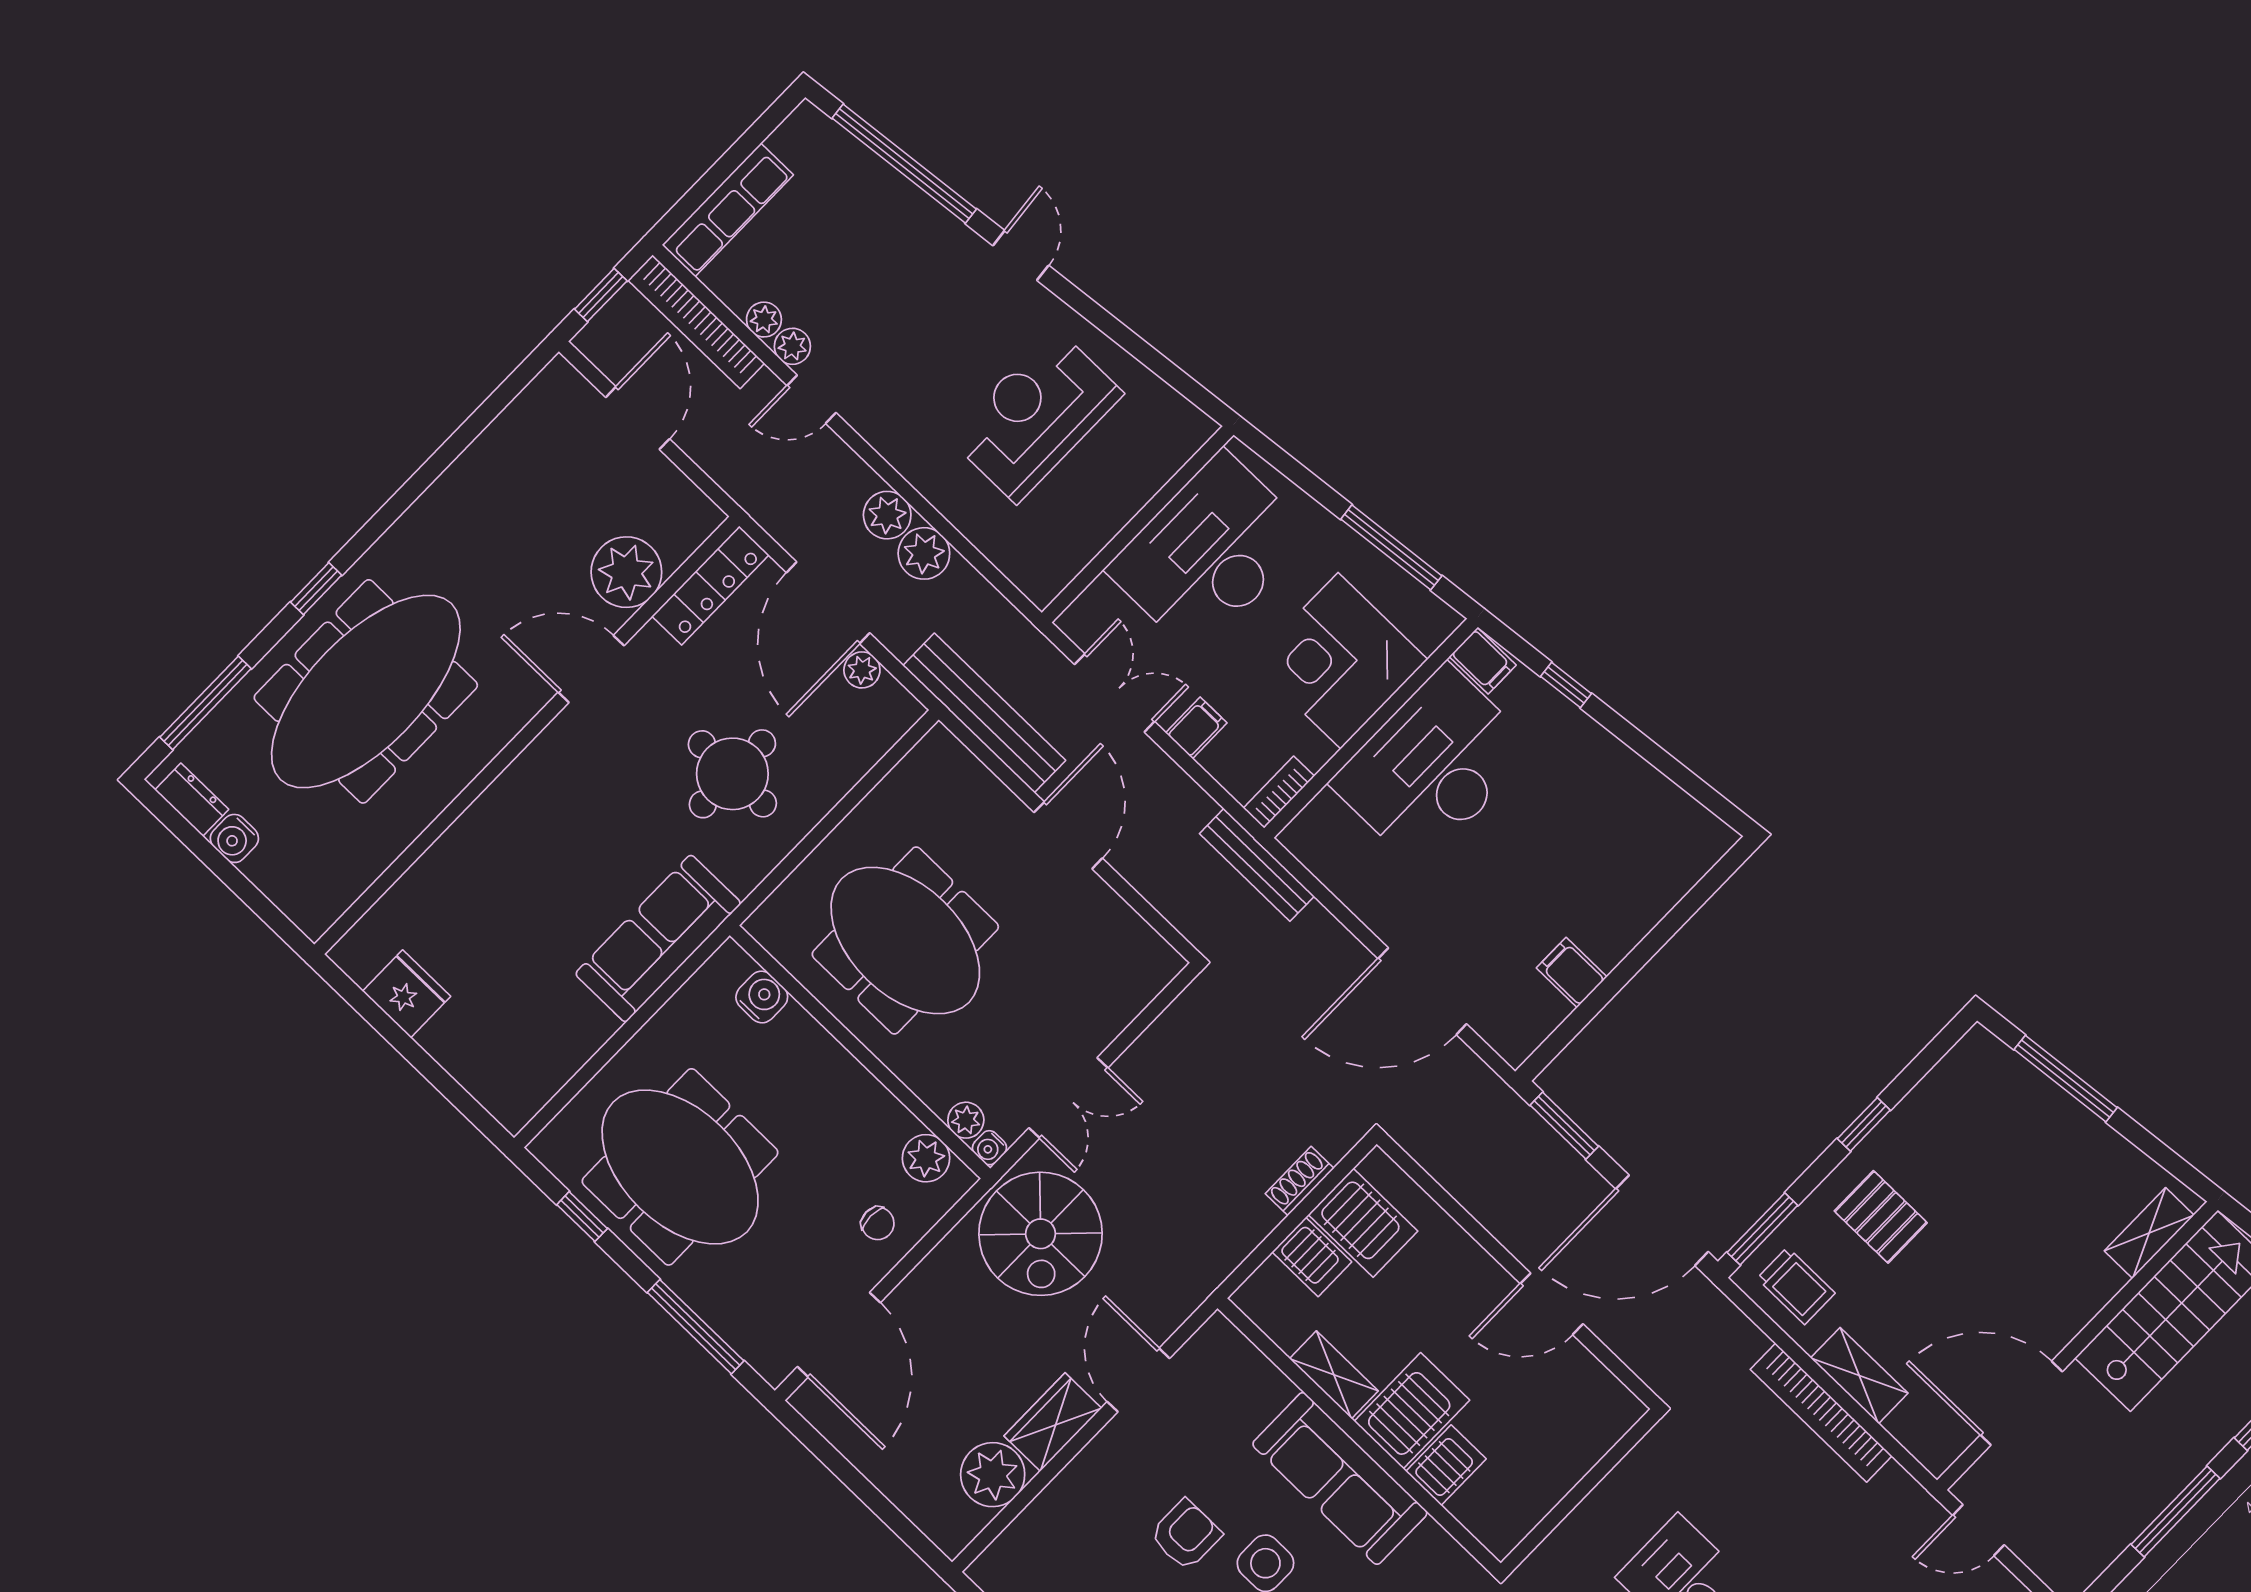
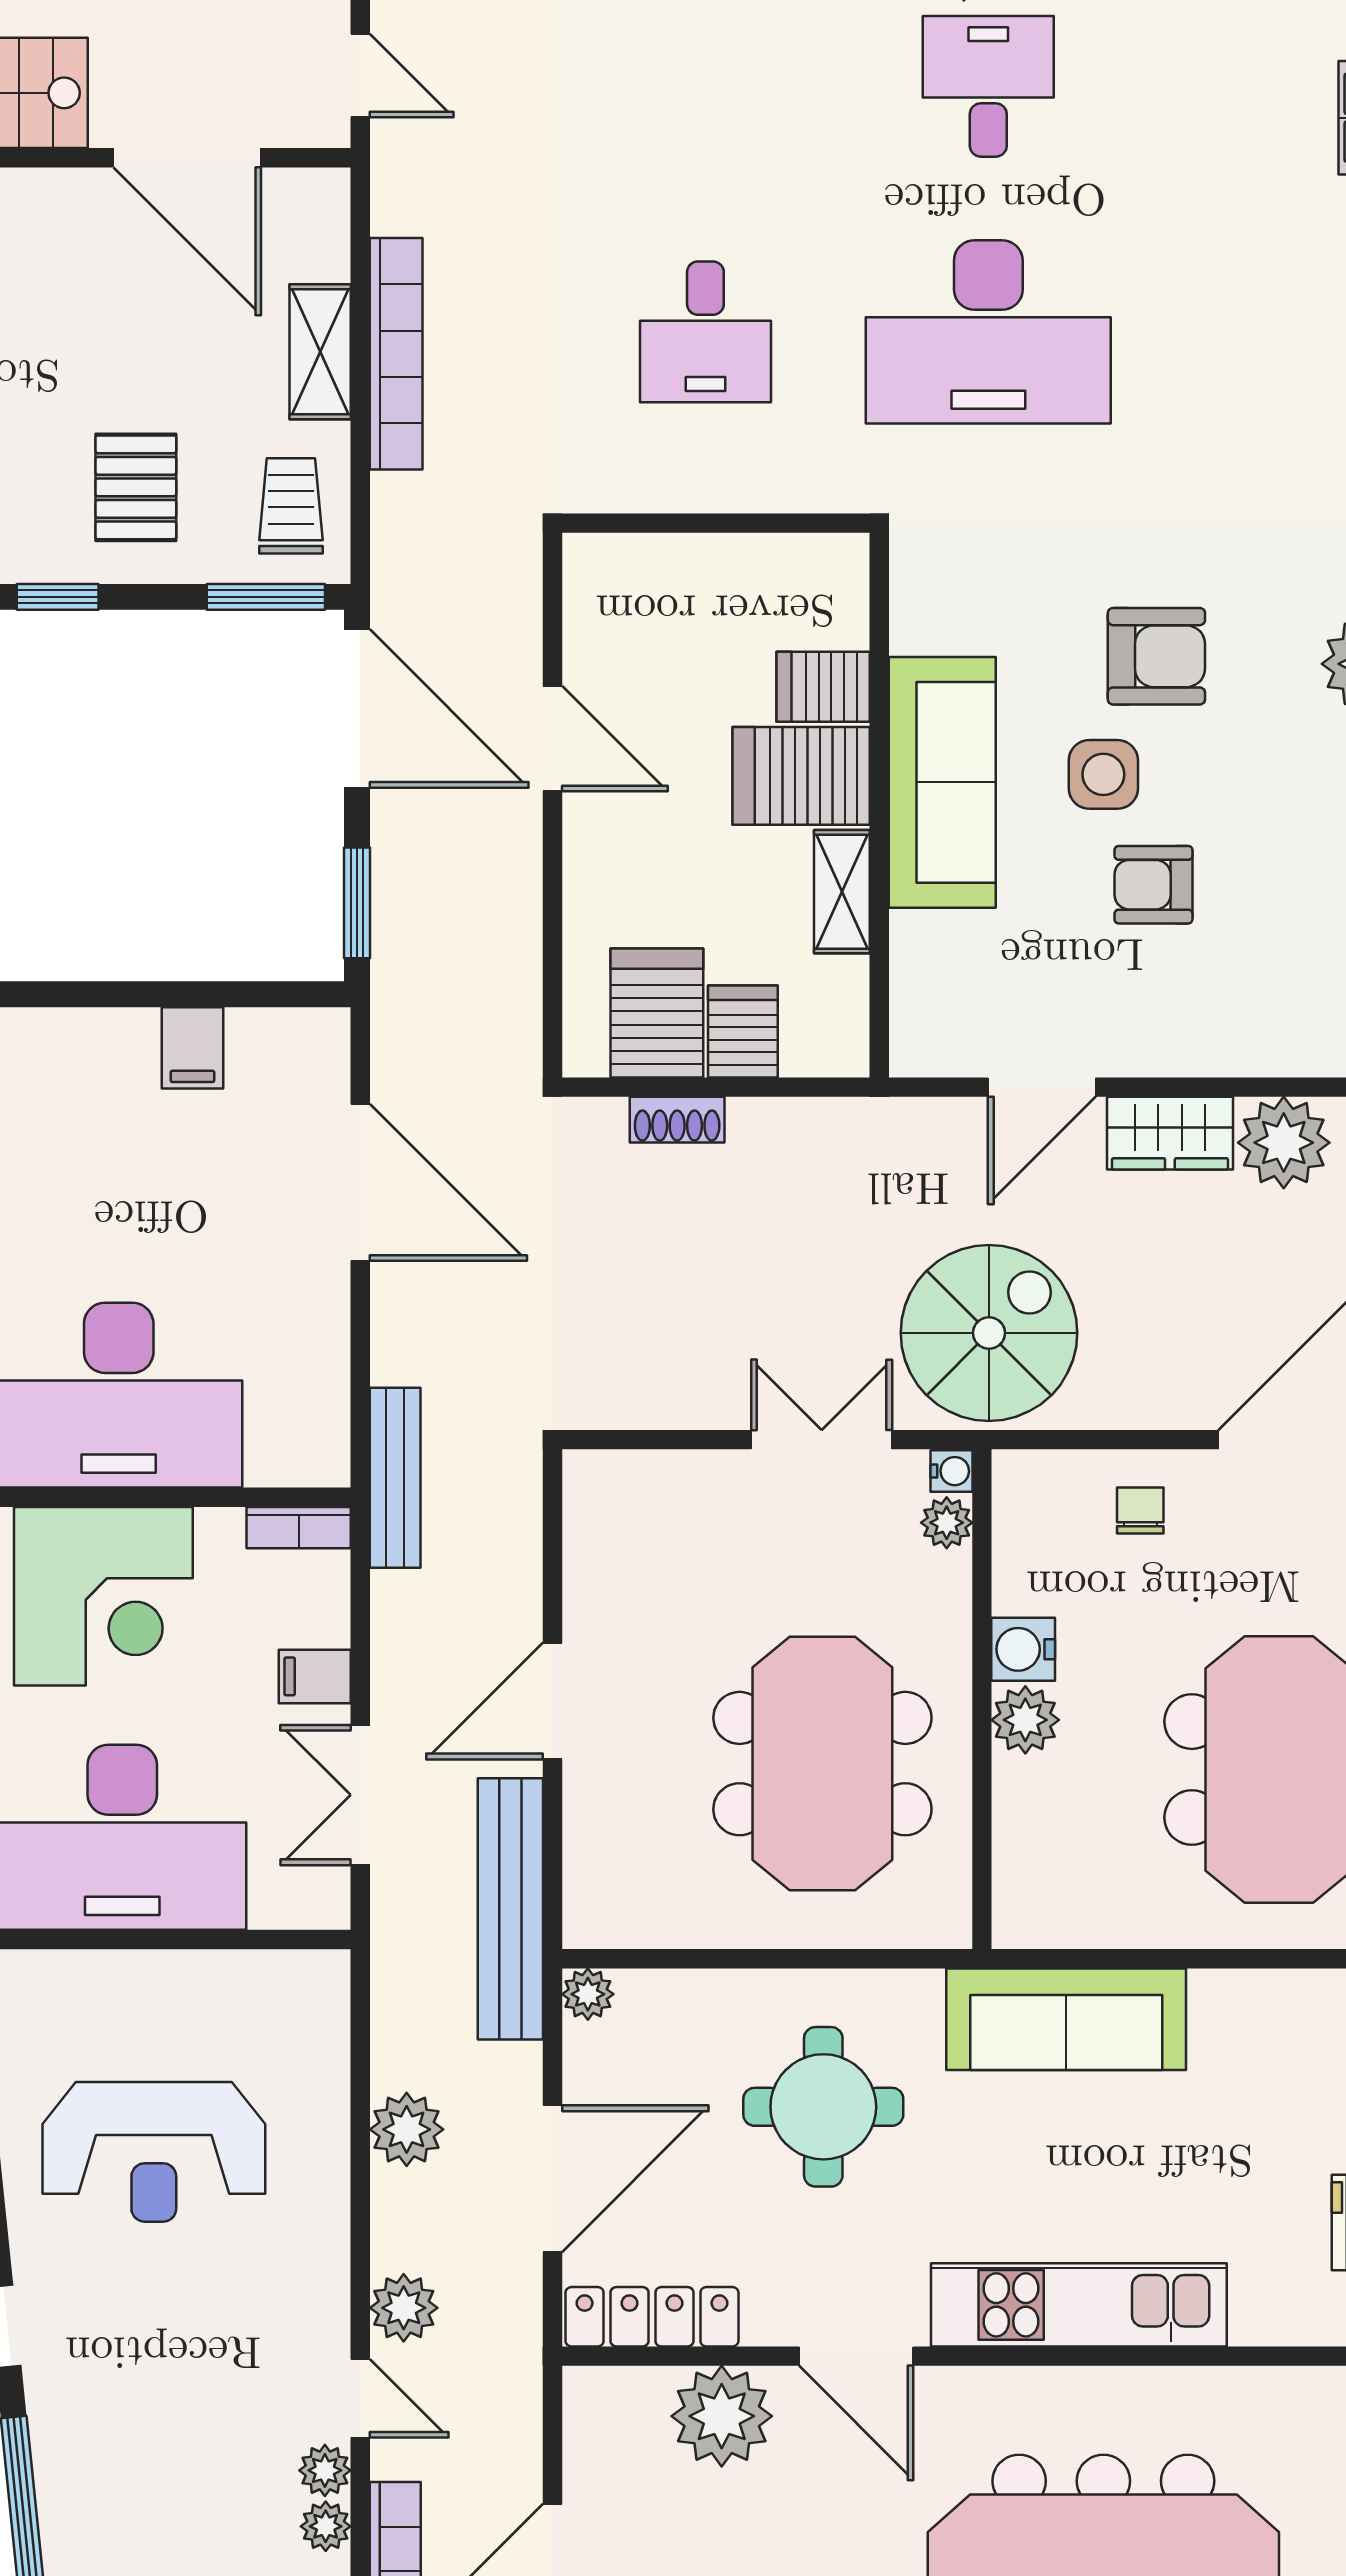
plant: (887, 515) -> (404, 2308), moved
plant: (862, 670) -> (588, 1994), moved
kitchen unit: (508, 806) -> (1079, 2305), added
water cooler: (762, 997) -> (1023, 1649), moved
plant: (926, 1158) -> (1025, 1720), moved

